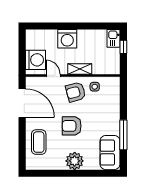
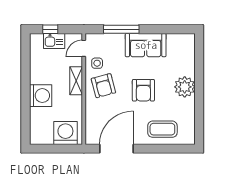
kitchen sink: (113, 38) -> (54, 41), moved
door: (53, 75) -> (84, 48), moved
window: (123, 135) -> (121, 29), moved
sofa: (110, 153) -> (146, 45), moved

